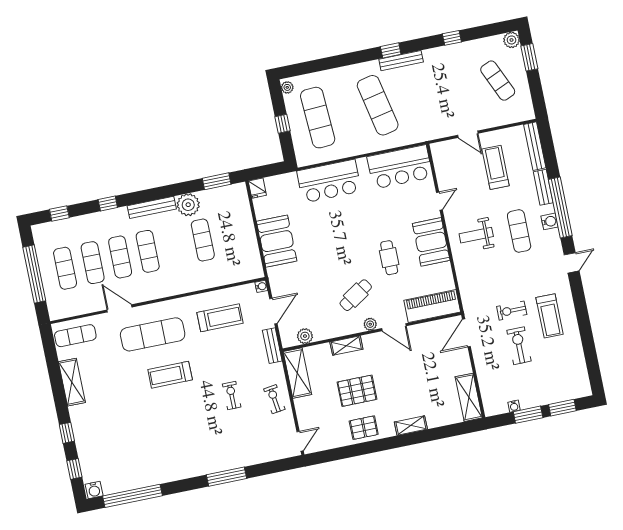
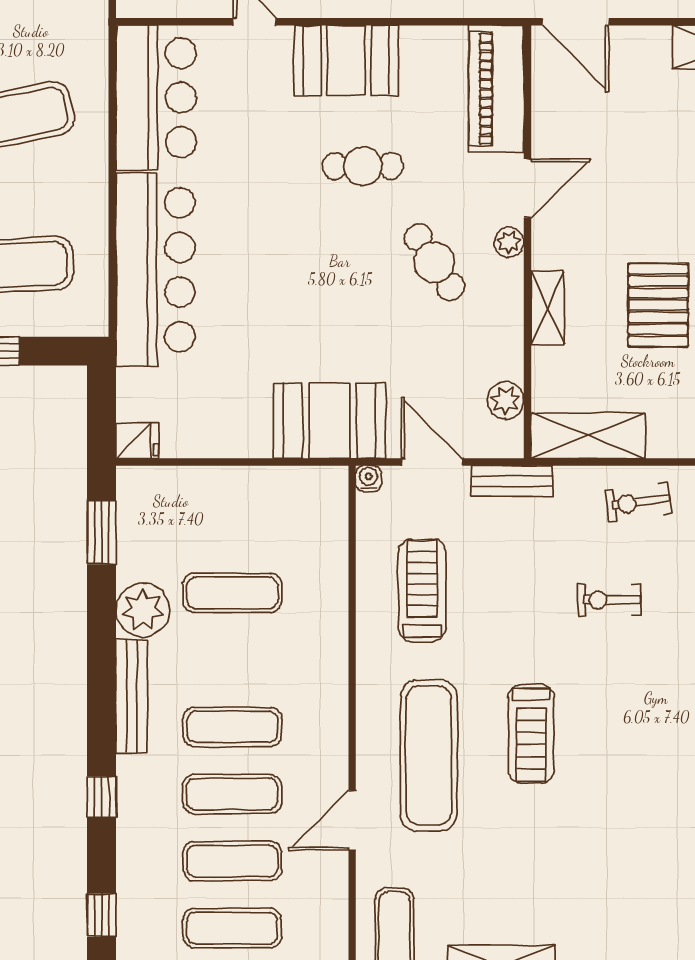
bar counter: (329, 181) -> (155, 270), width x1.36
booth: (277, 241) -> (329, 421), moved

